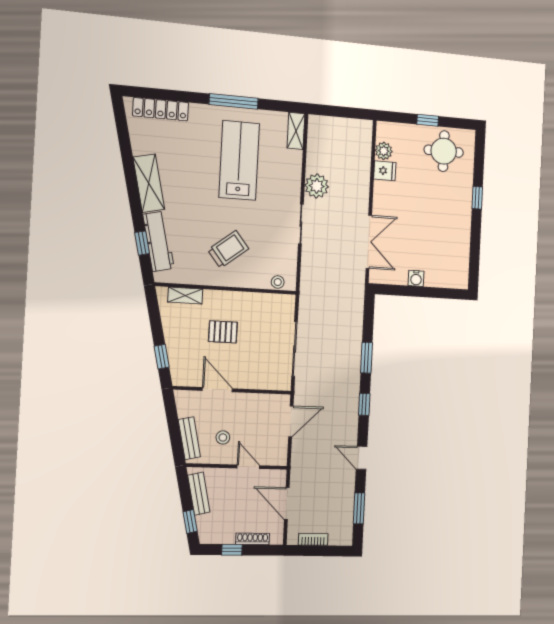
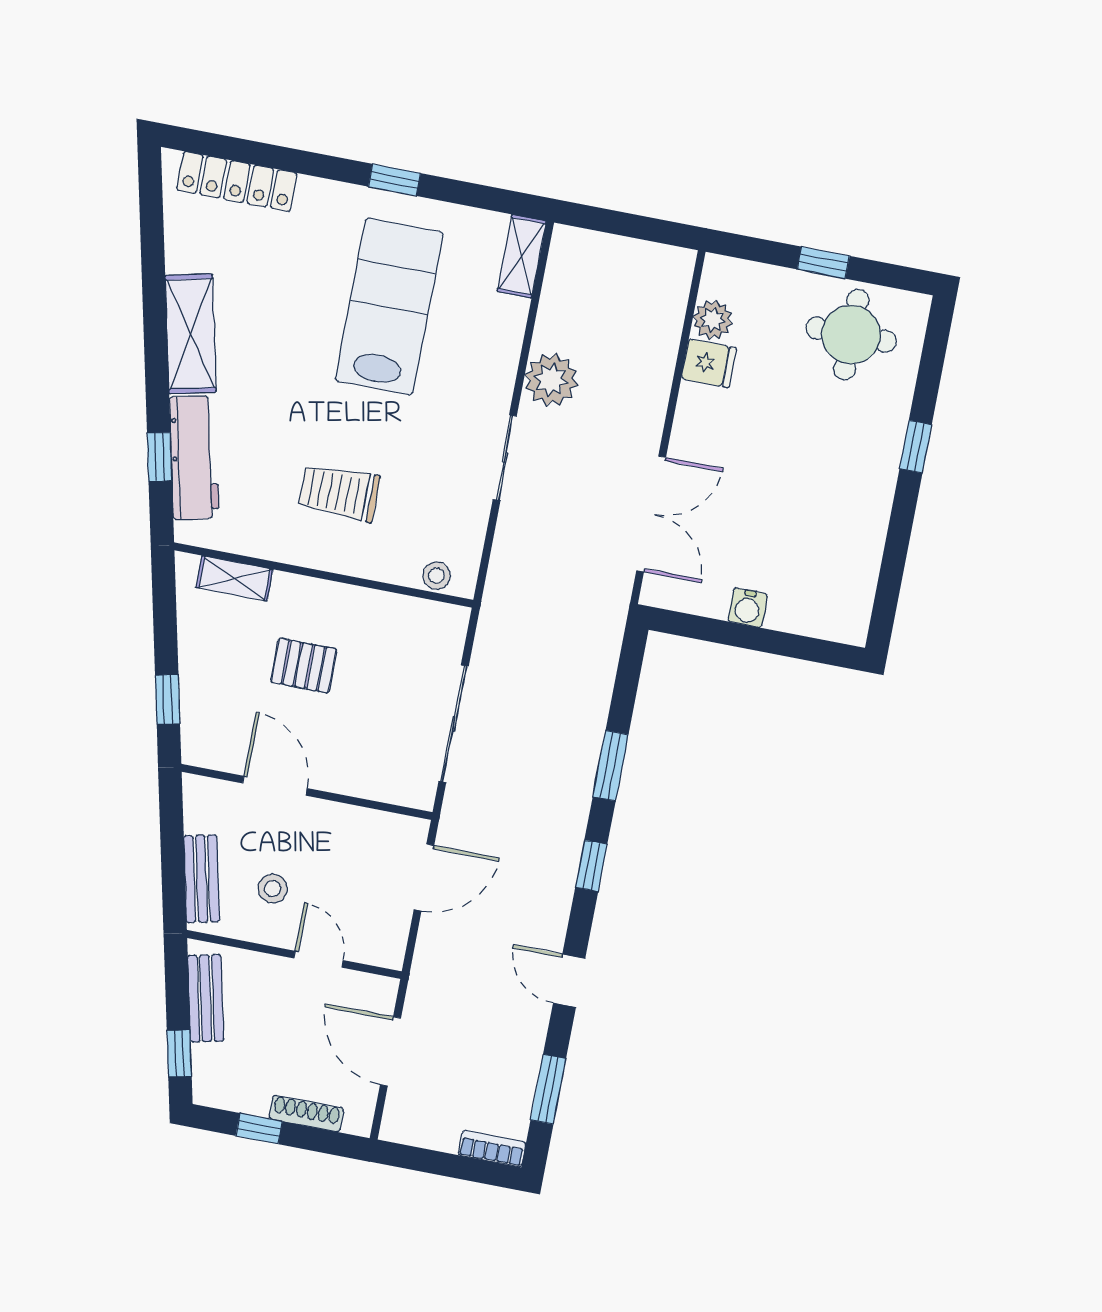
window: (234, 101) -> (394, 180), width x0.46
trolley: (228, 249) -> (339, 492), turned -142
bookcase: (313, 539) -> (492, 1149), moved

